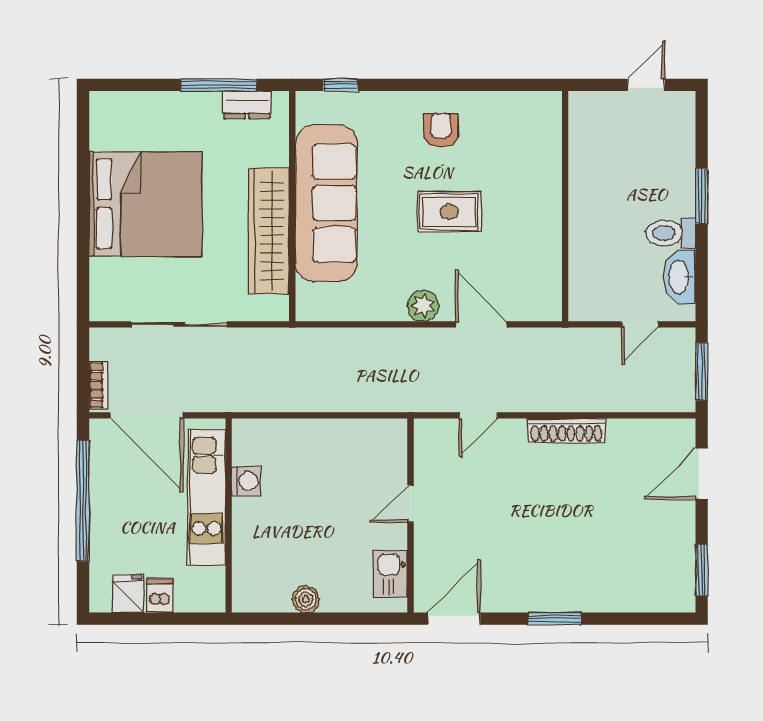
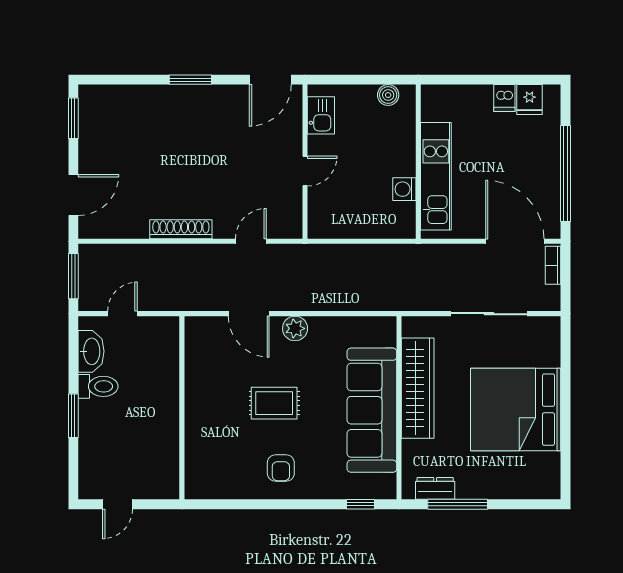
washing machine: (246, 481) -> (404, 189), moved
kitchen unit: (206, 497) -> (436, 176), moved
wall: (229, 516) -> (418, 162), moved

